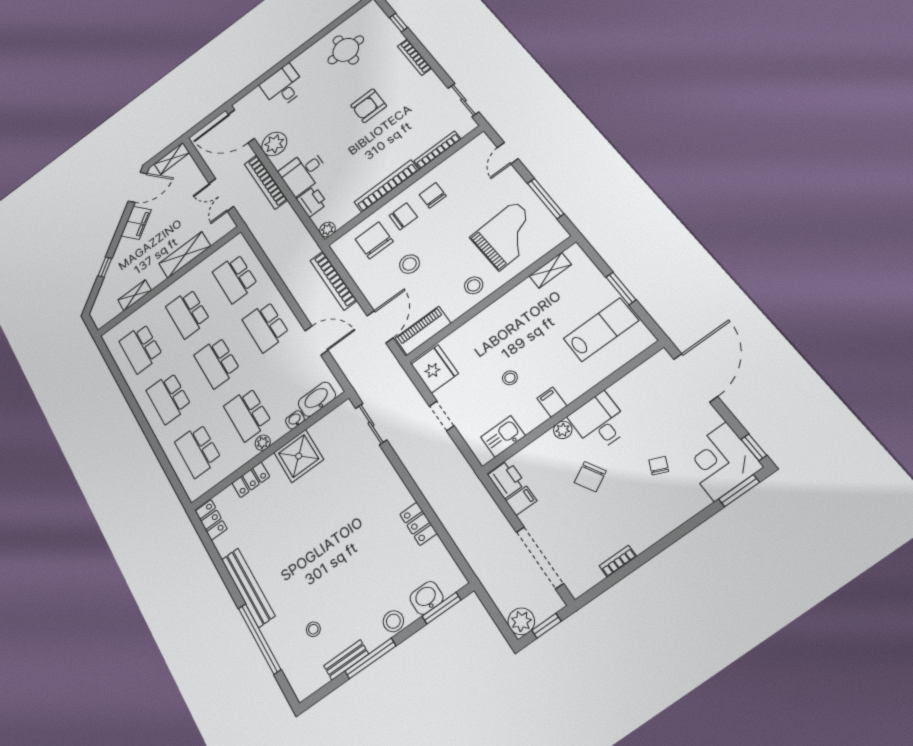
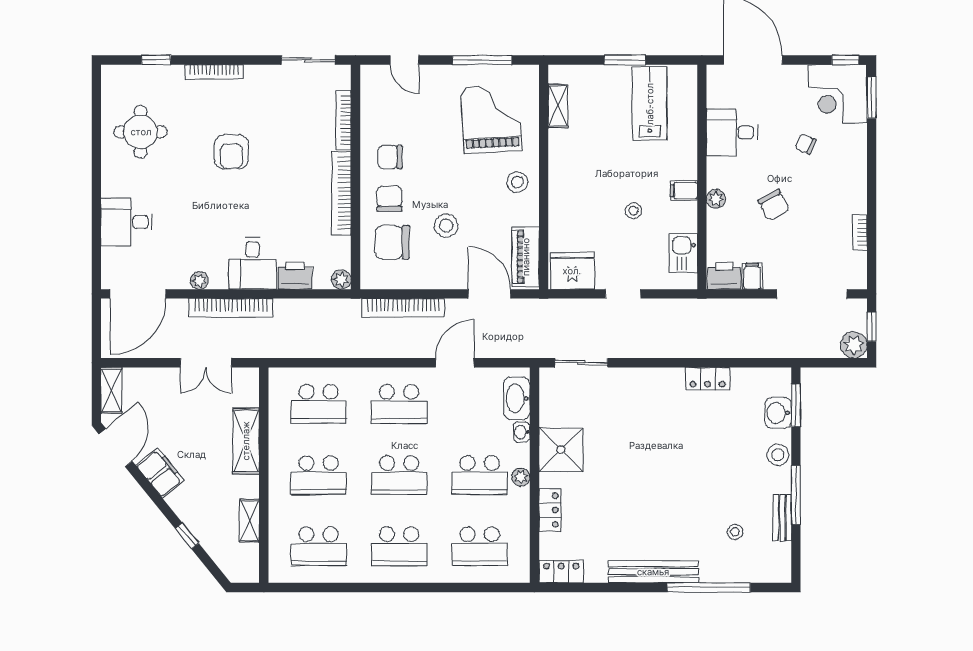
plant: (274, 144) -> (199, 280), width x0.53, depth x0.53
desk: (599, 422) -> (732, 132), moved

